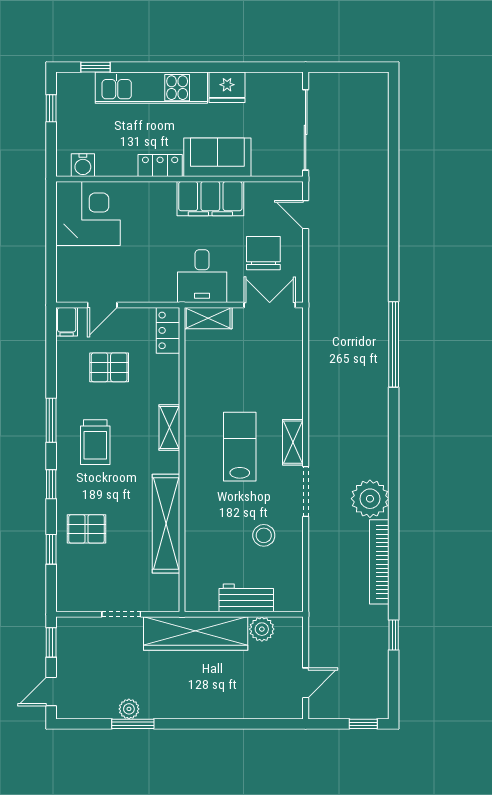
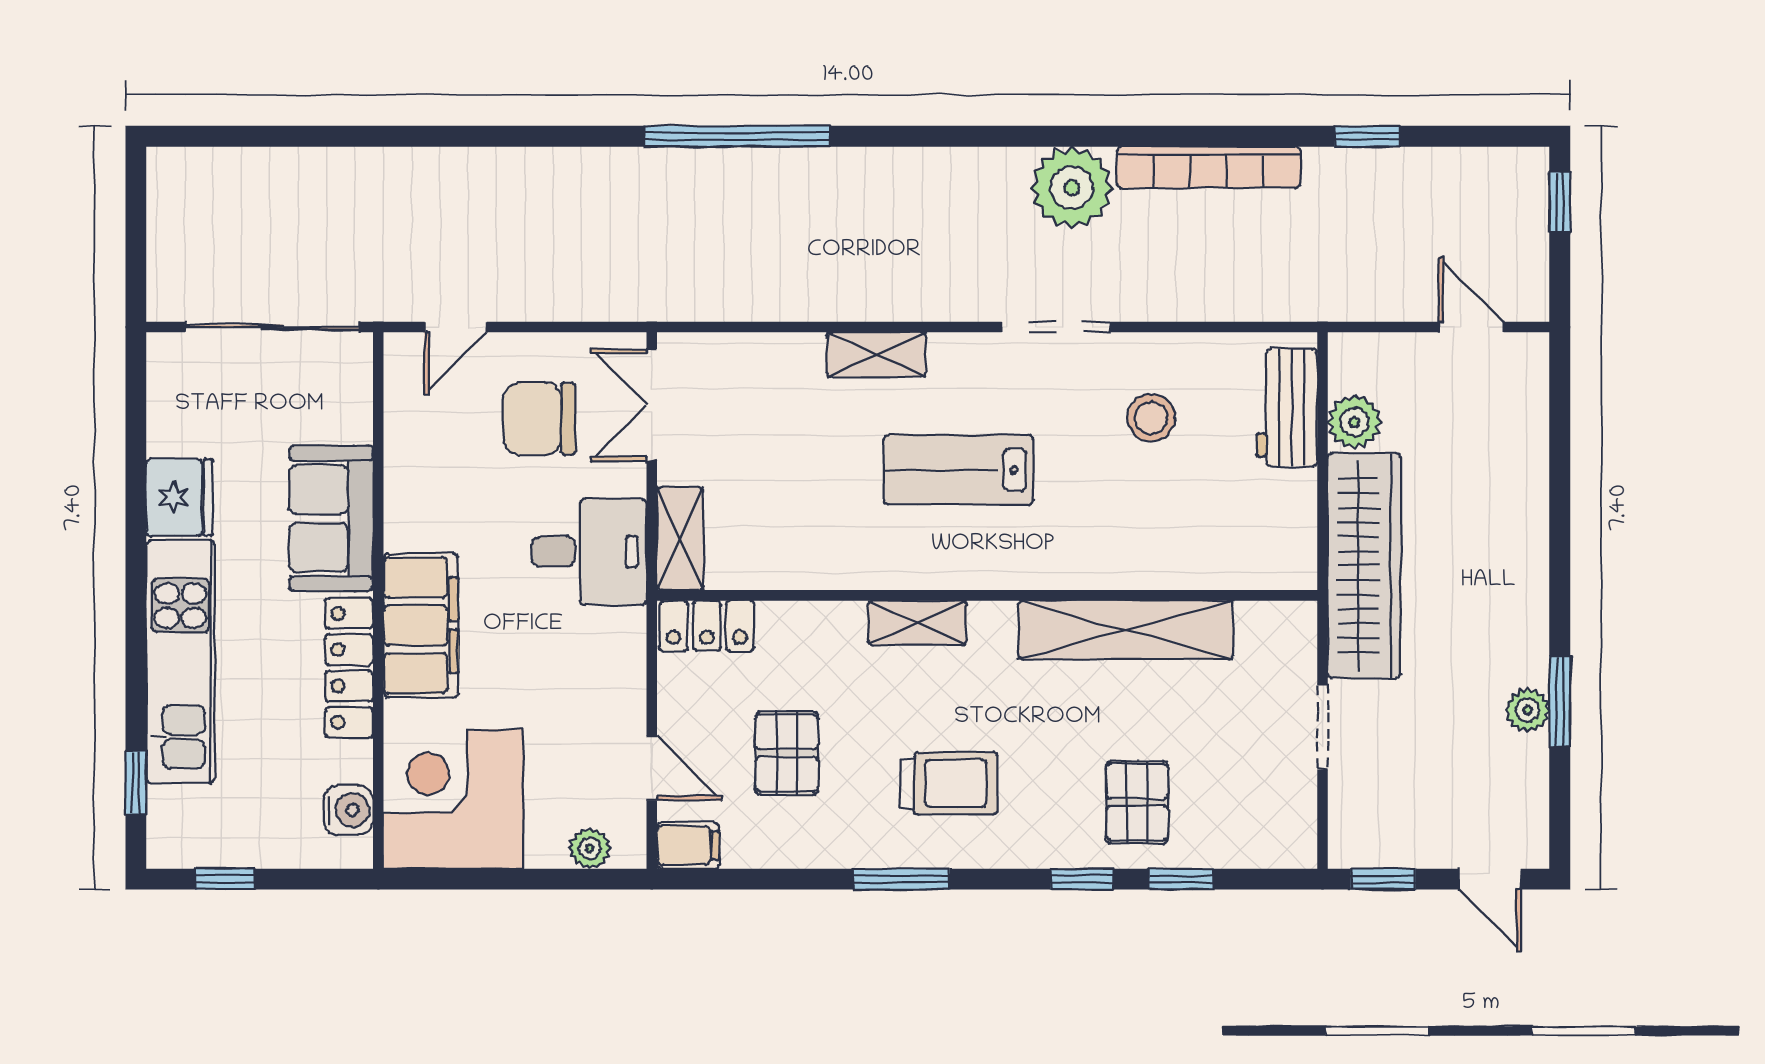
locker: (160, 165) -> (349, 668), width x1.53
filing cabinet: (210, 199) -> (421, 625), moved
plant: (65, 276) -> (590, 848), added
shelving: (293, 442) -> (876, 355), moved
window: (51, 484) -> (1082, 879), moved
workbench: (246, 598) -> (1287, 407), moved

